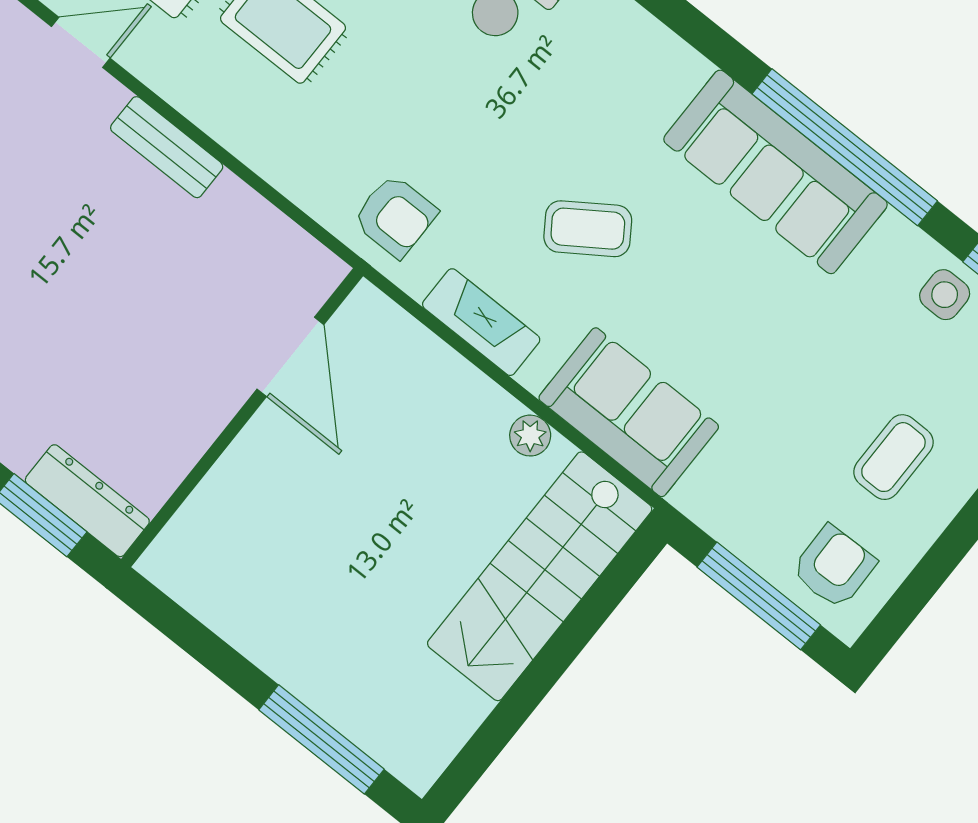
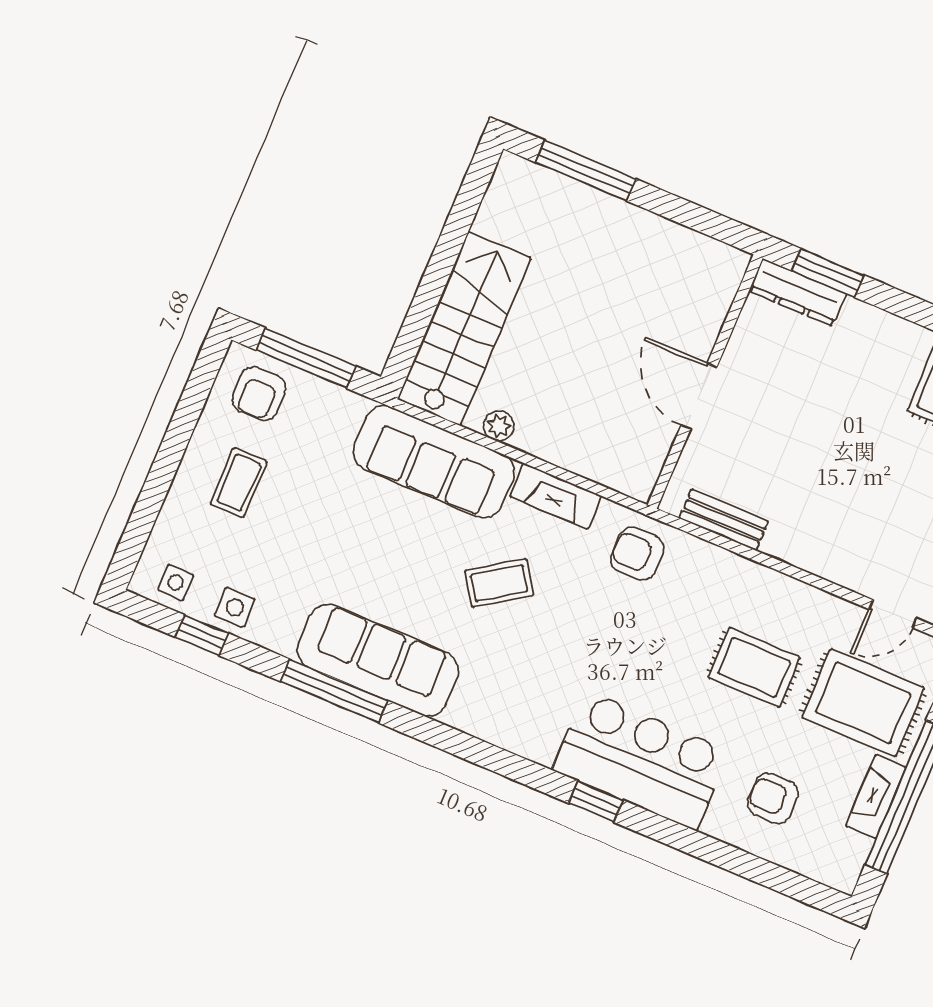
bench: (167, 147) -> (724, 520), moved
window: (845, 147) -> (334, 691), width x0.68
door: (290, 357) -> (699, 396), moved
sofa: (629, 412) -> (434, 462), width x1.36

